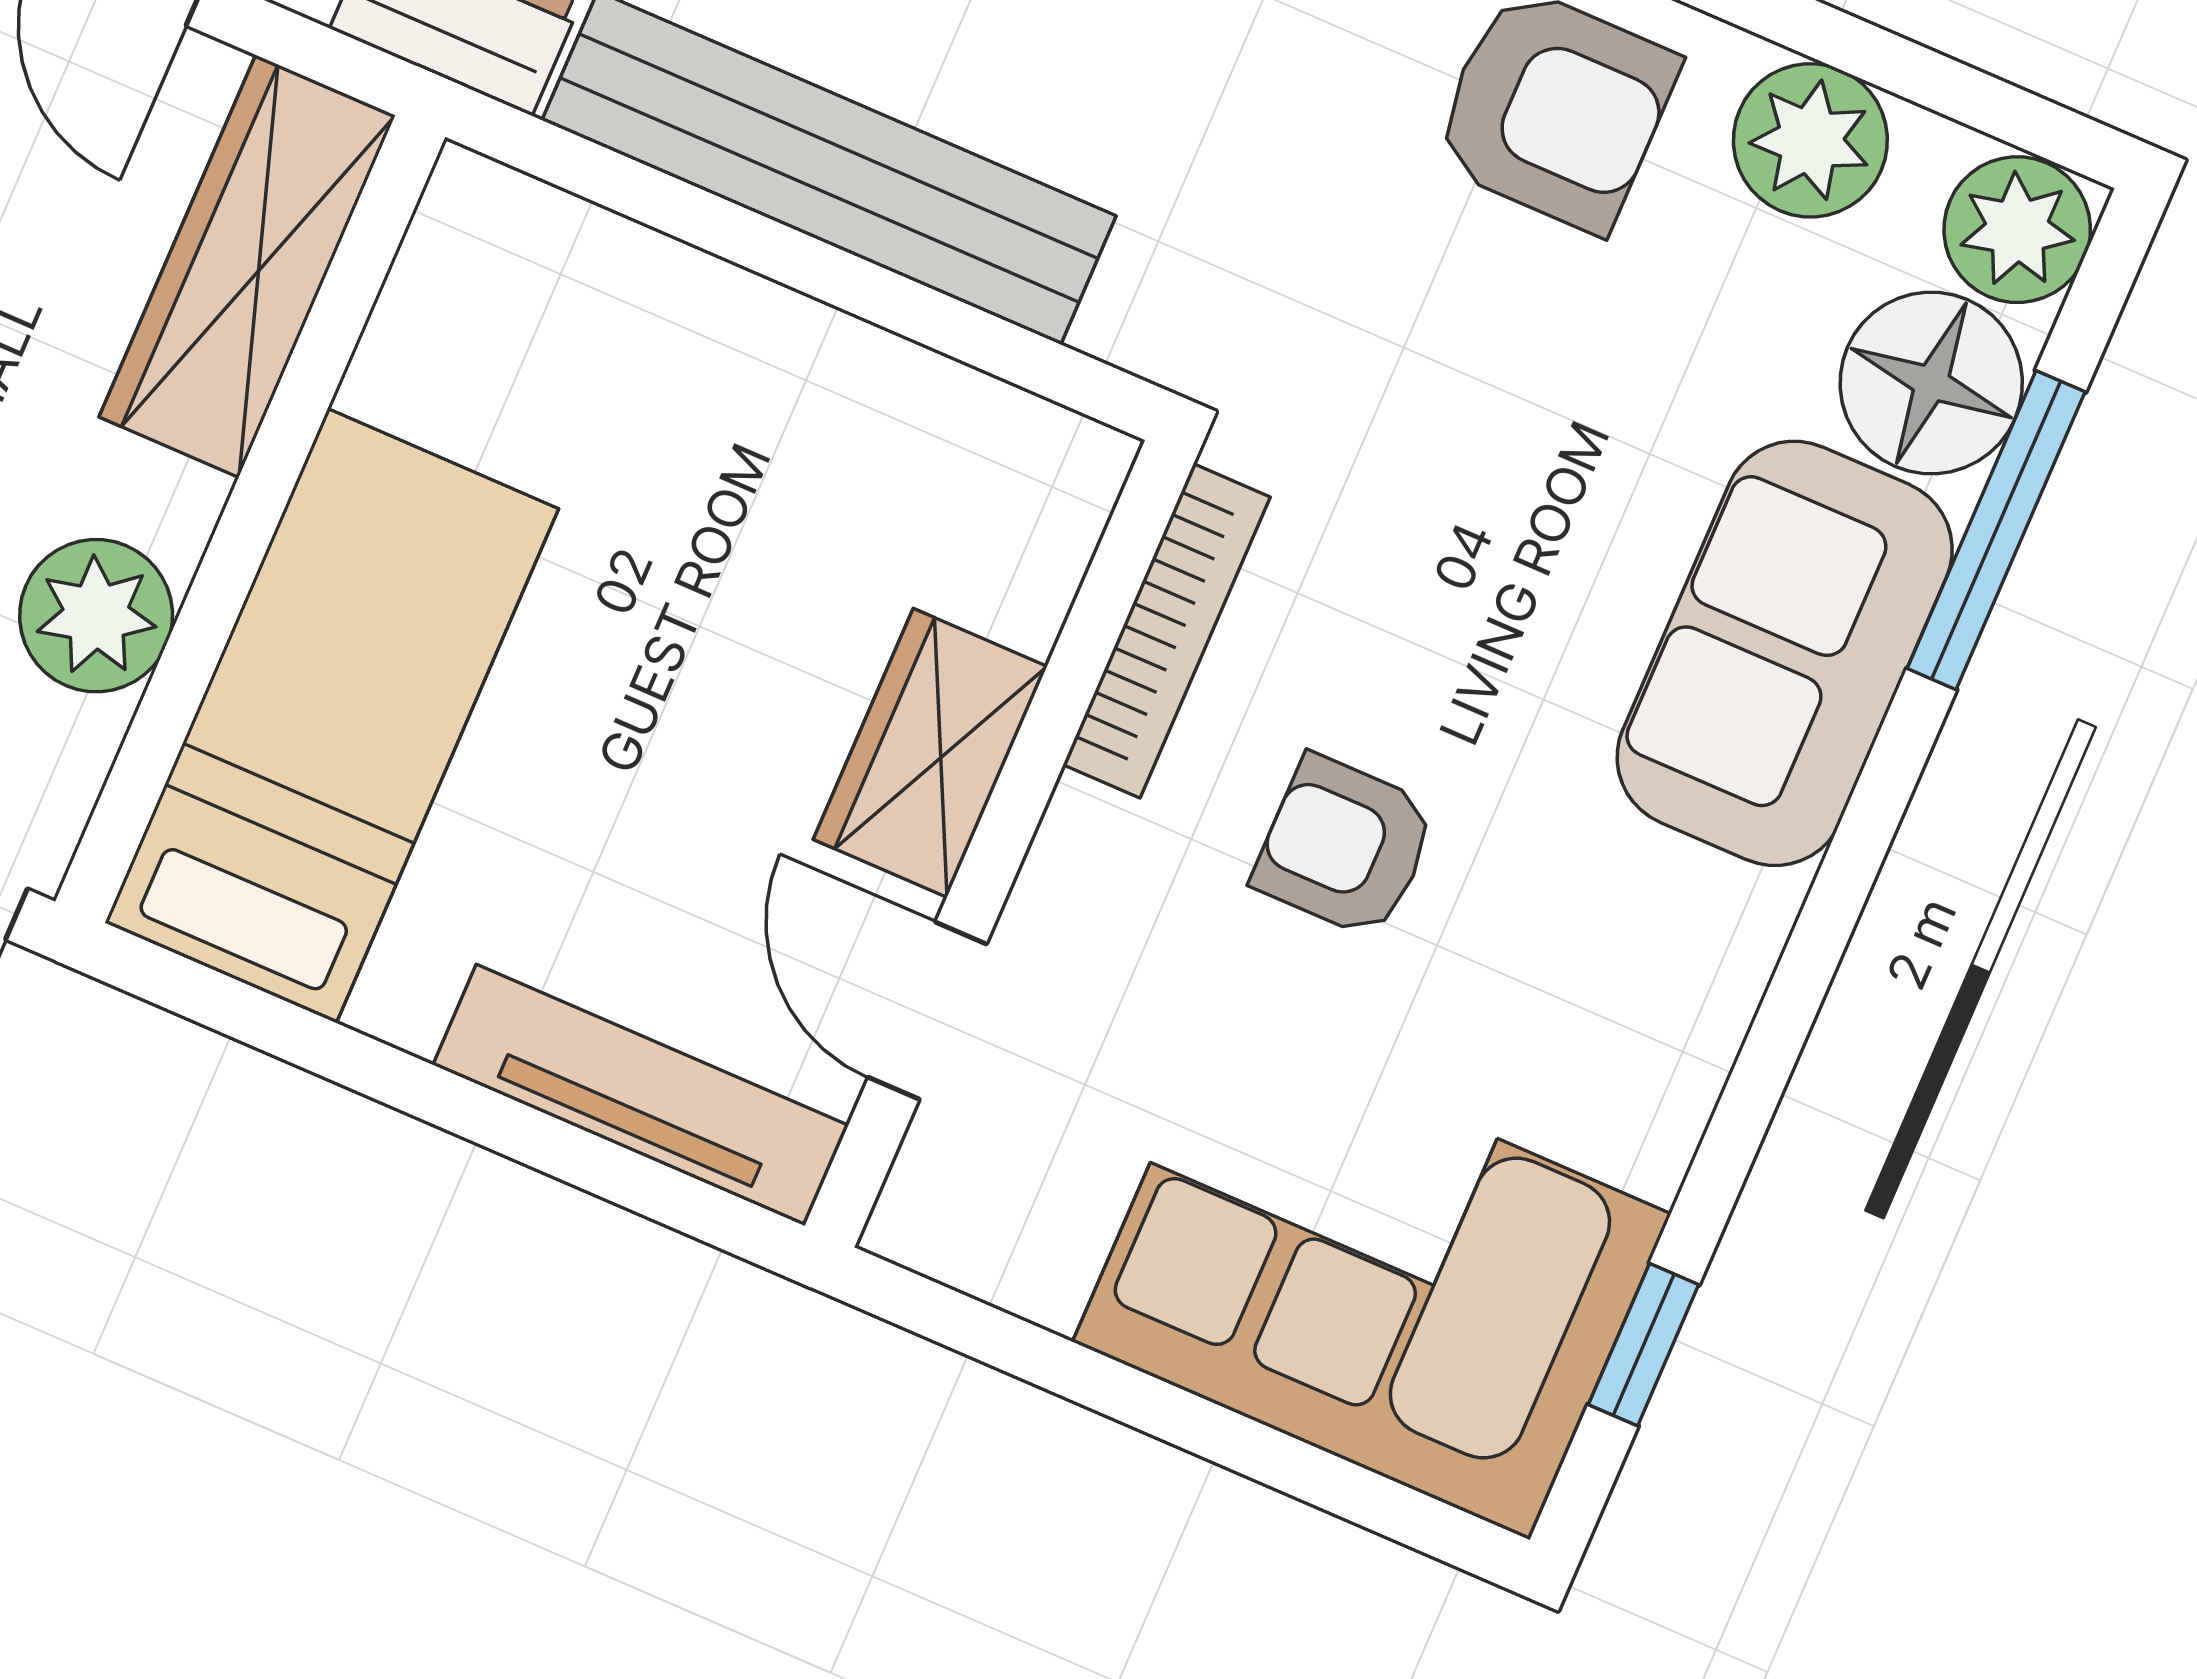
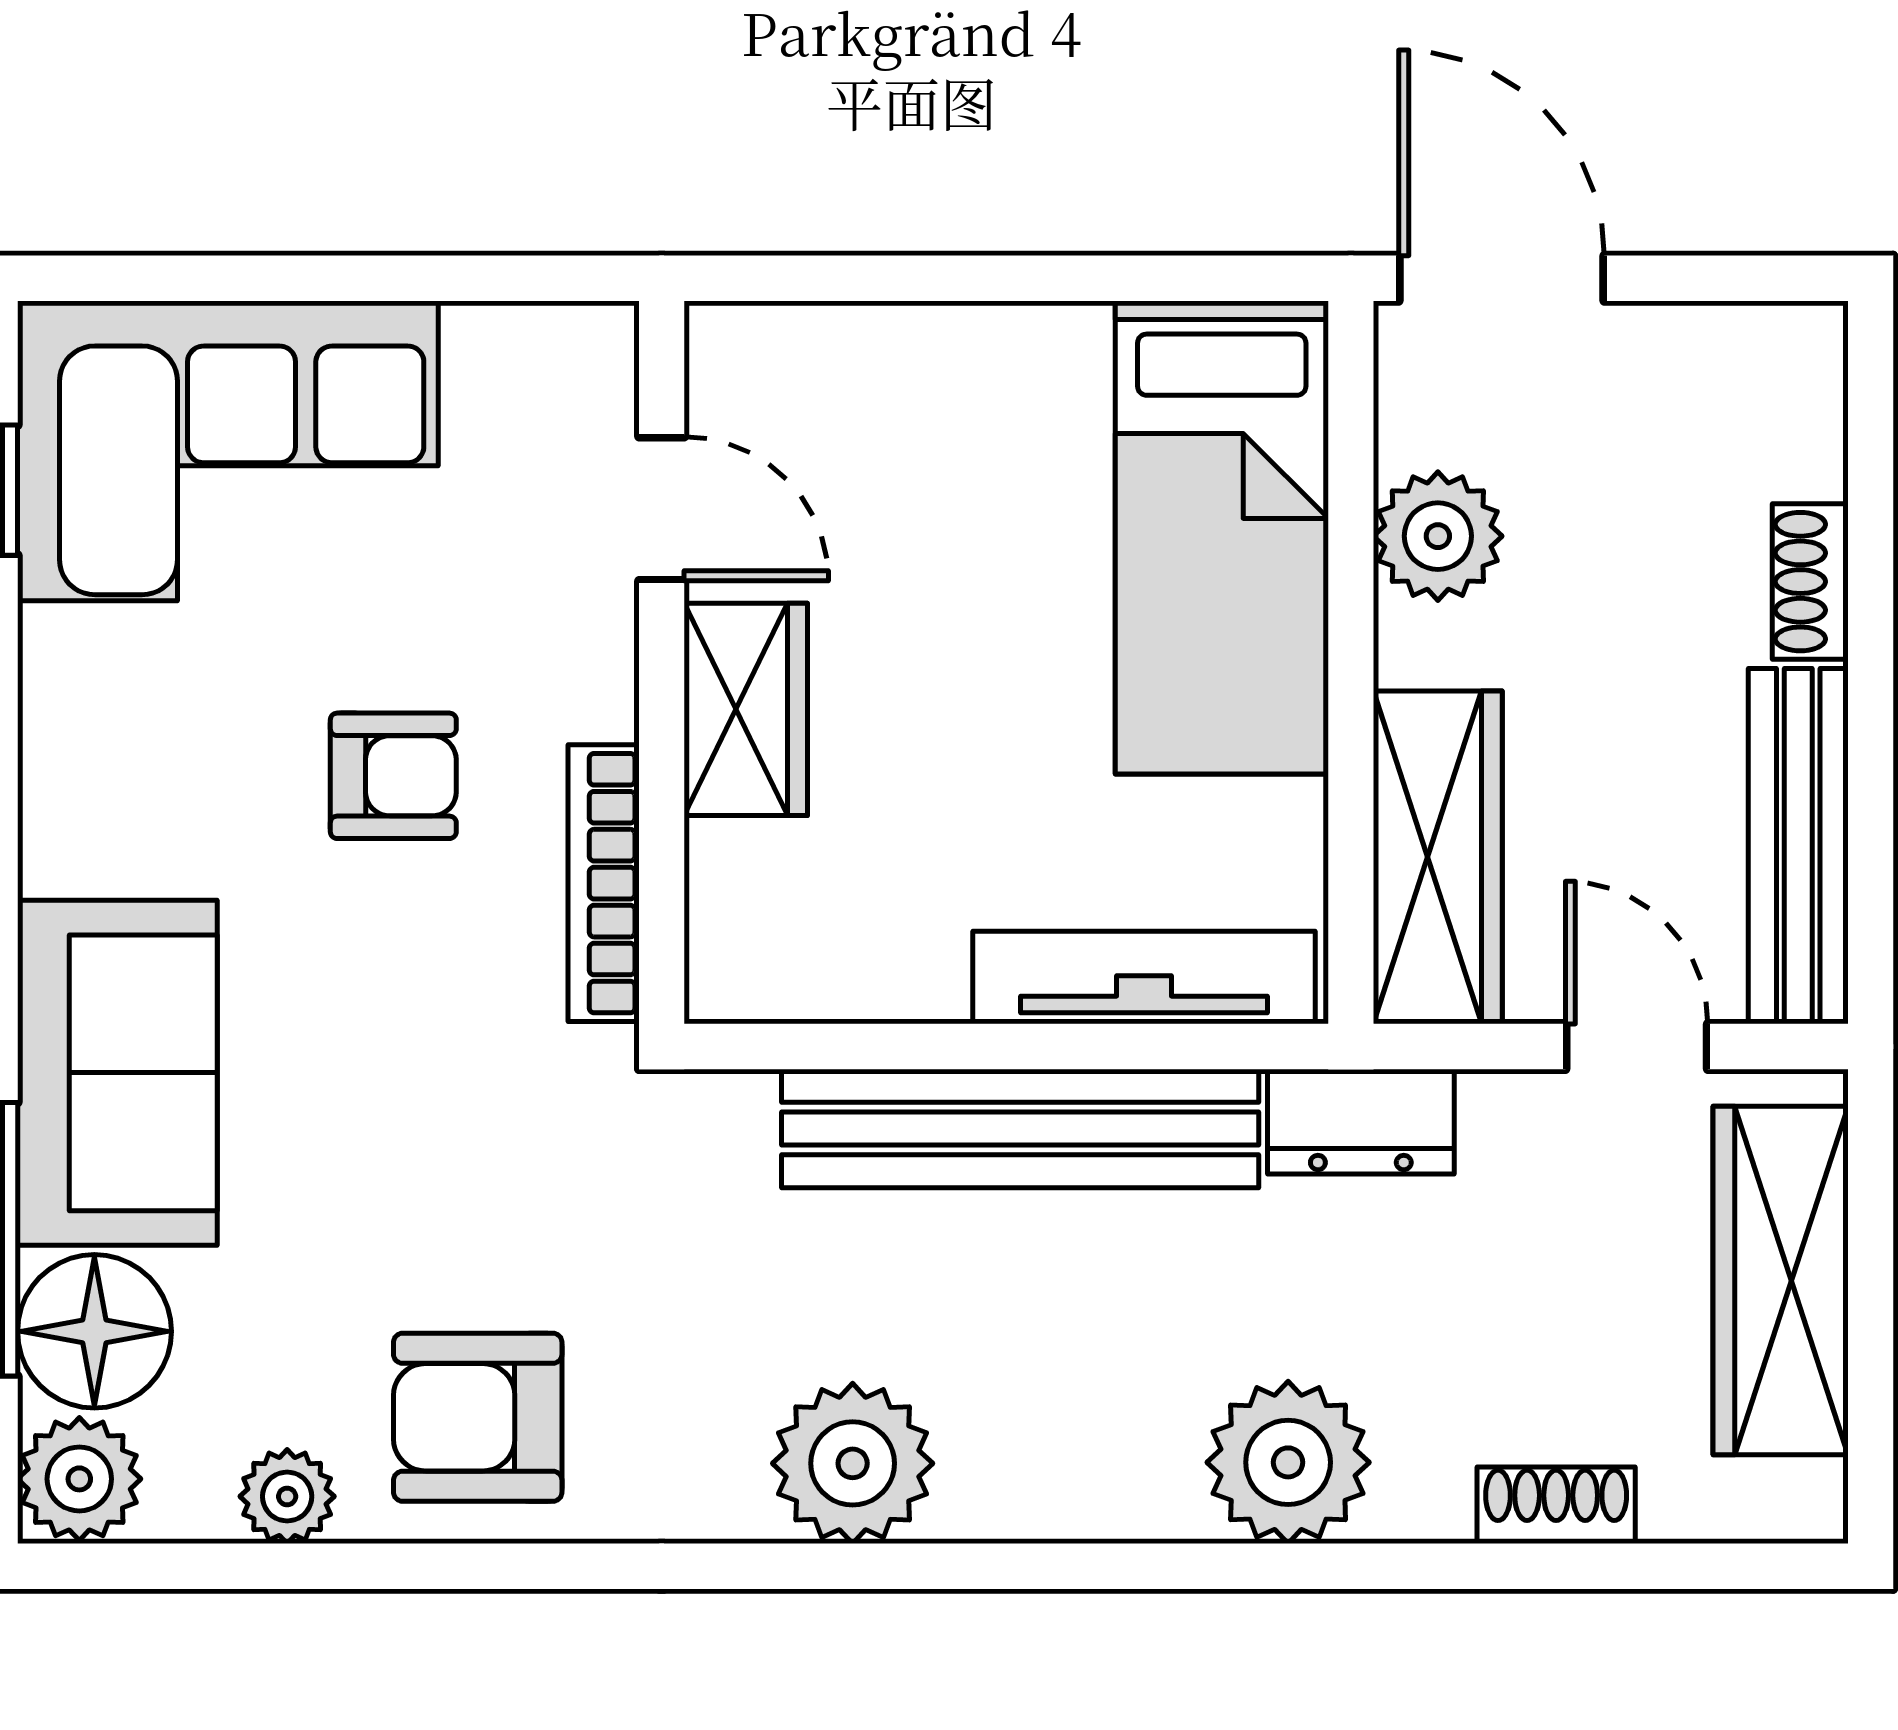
plant: (1810, 140) -> (287, 1496), width x0.73, depth x0.73
tv unit: (641, 1095) -> (1144, 978), moved, turned 180

